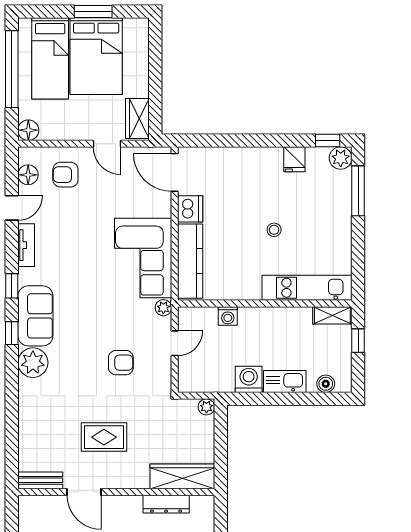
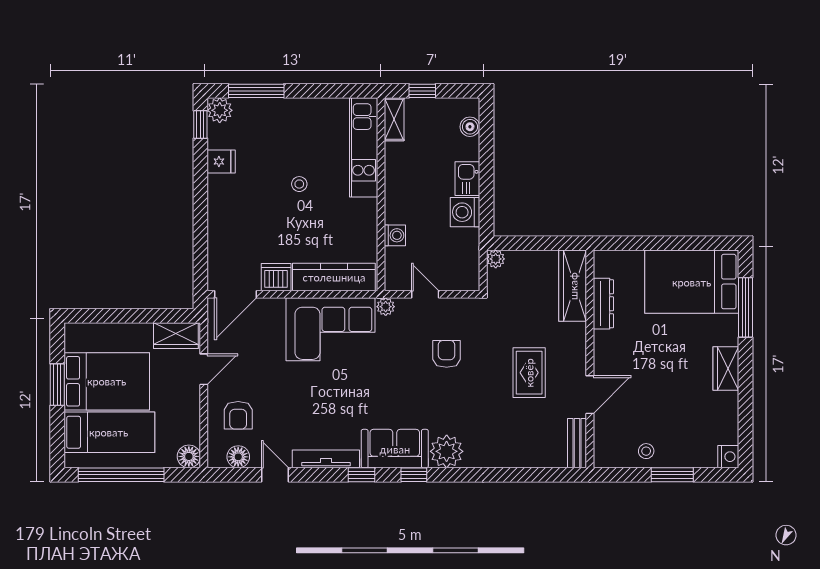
tv unit: (26, 245) -> (326, 459), width x1.41
kitchen sink: (285, 381) -> (467, 179), width x0.73

